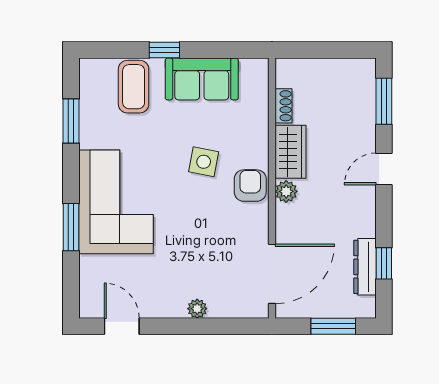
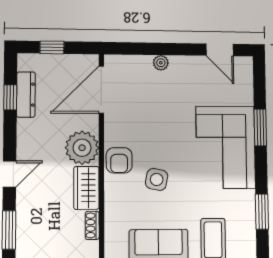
plant: (286, 191) -> (82, 148), width x1.88, depth x1.88
window: (333, 326) -> (52, 47), width x0.67

